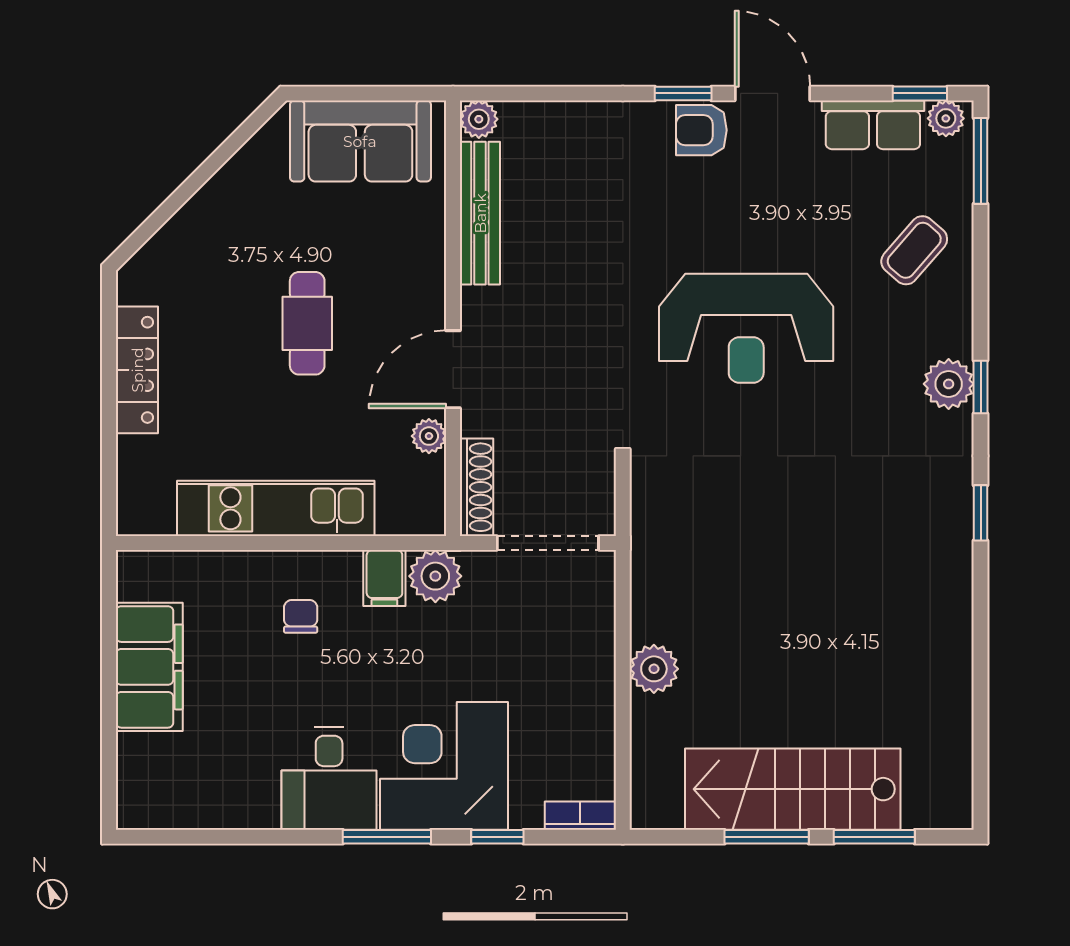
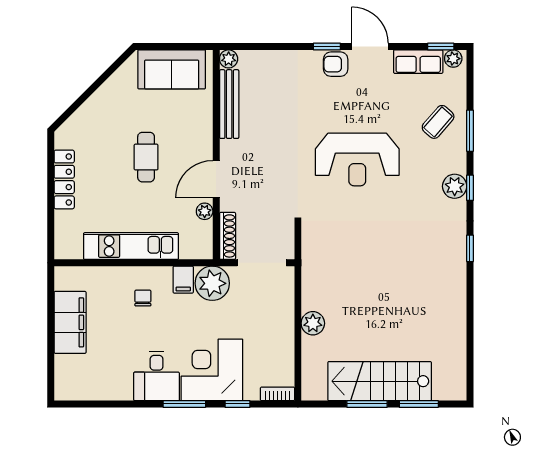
window: (981, 161) -> (470, 131), moved
plant: (435, 576) -> (212, 283), width x1.36, depth x1.36

